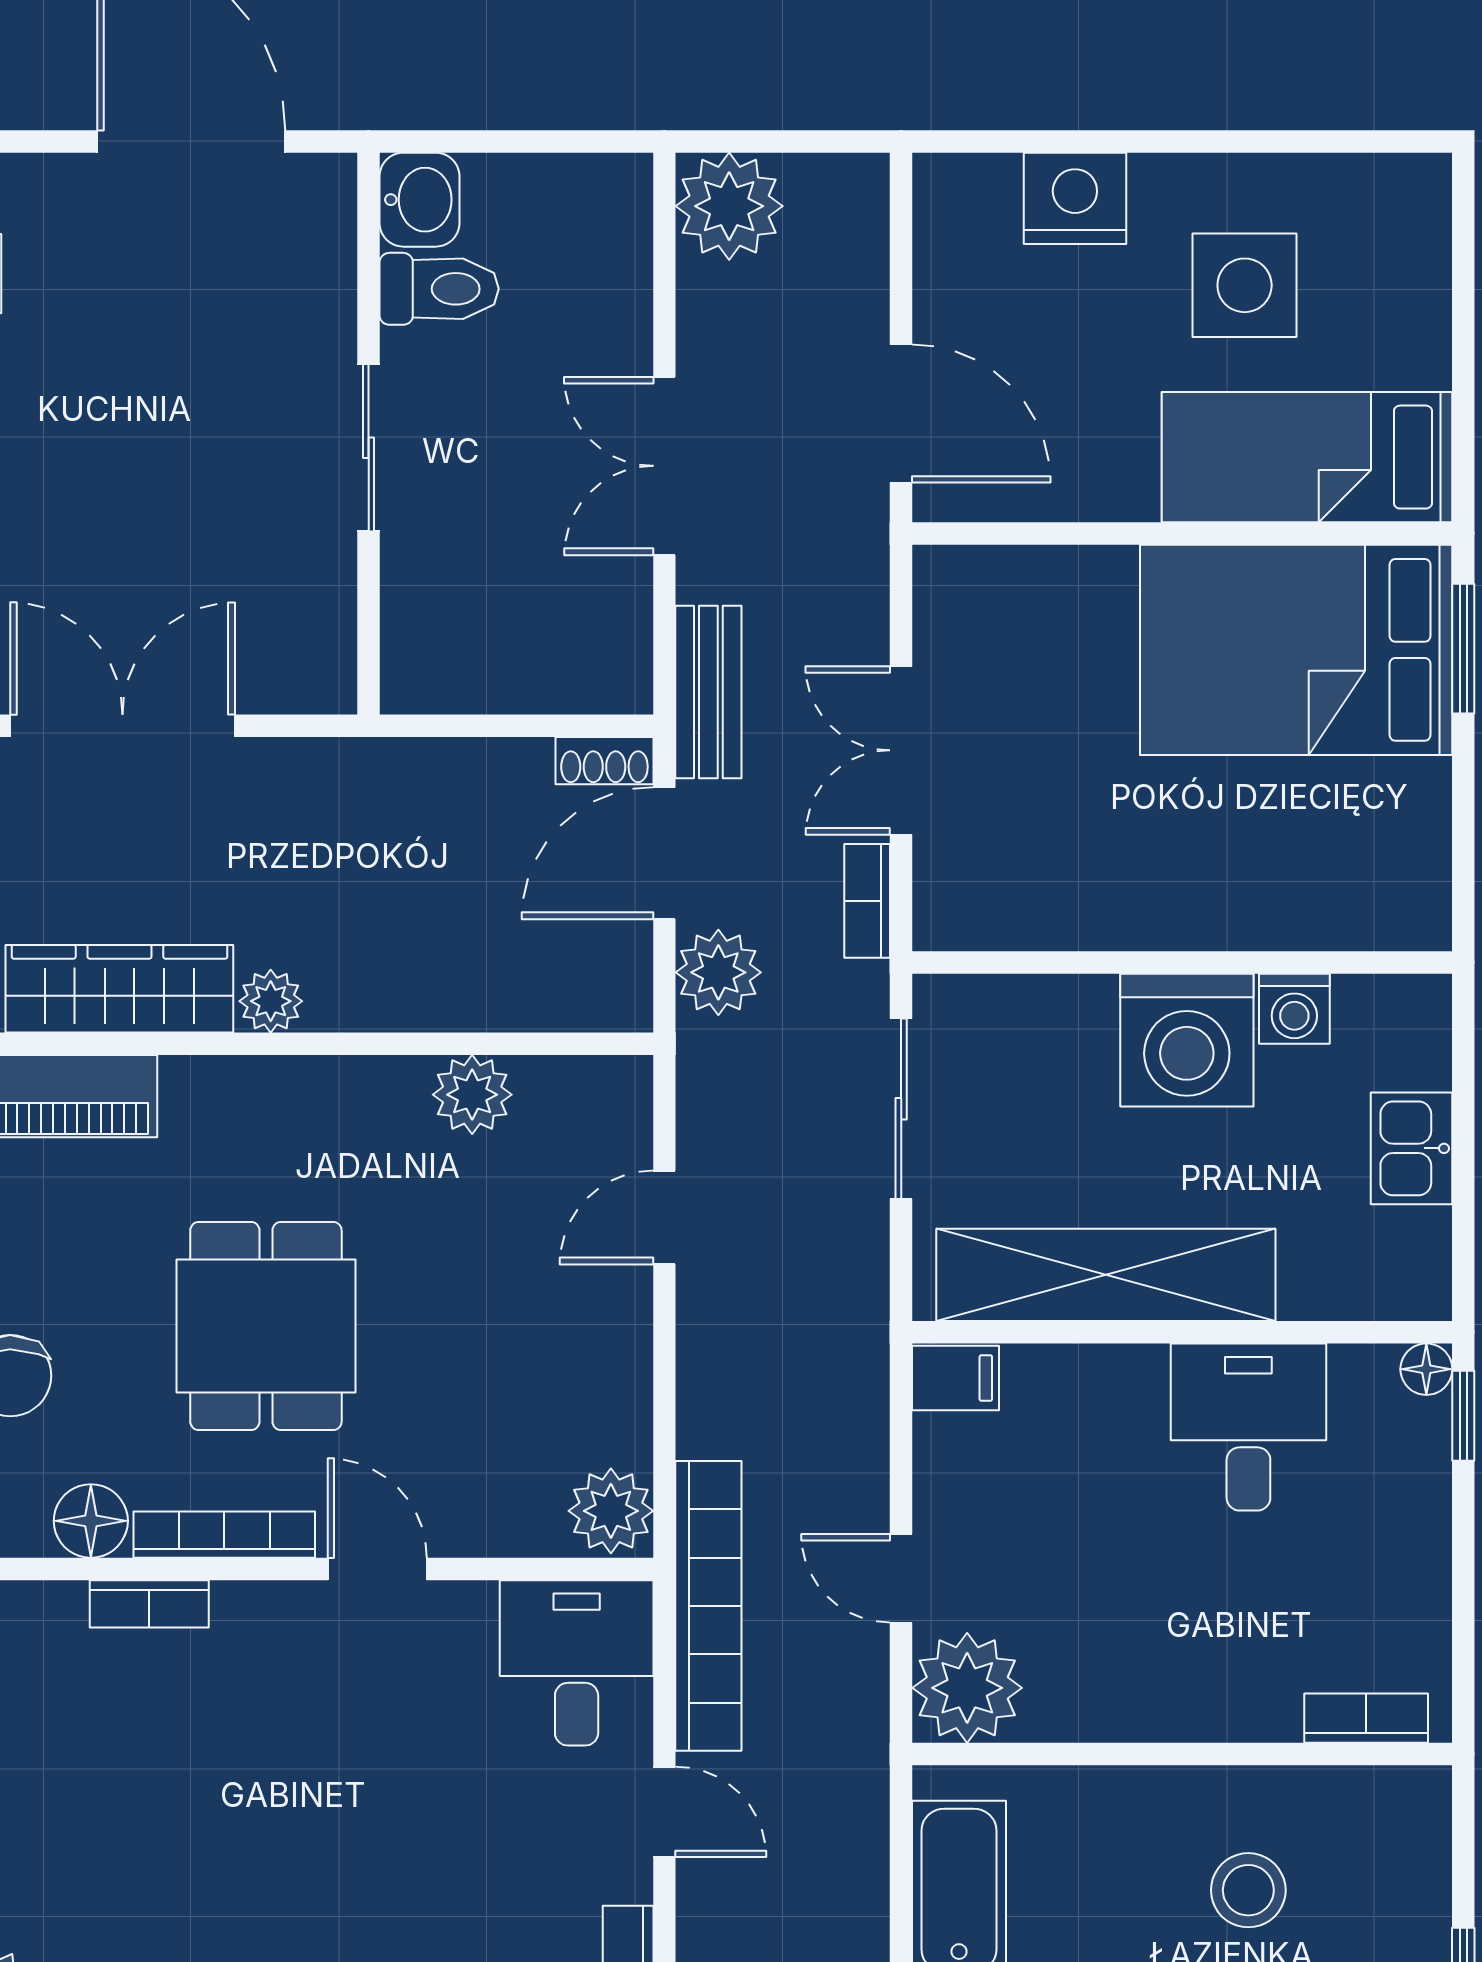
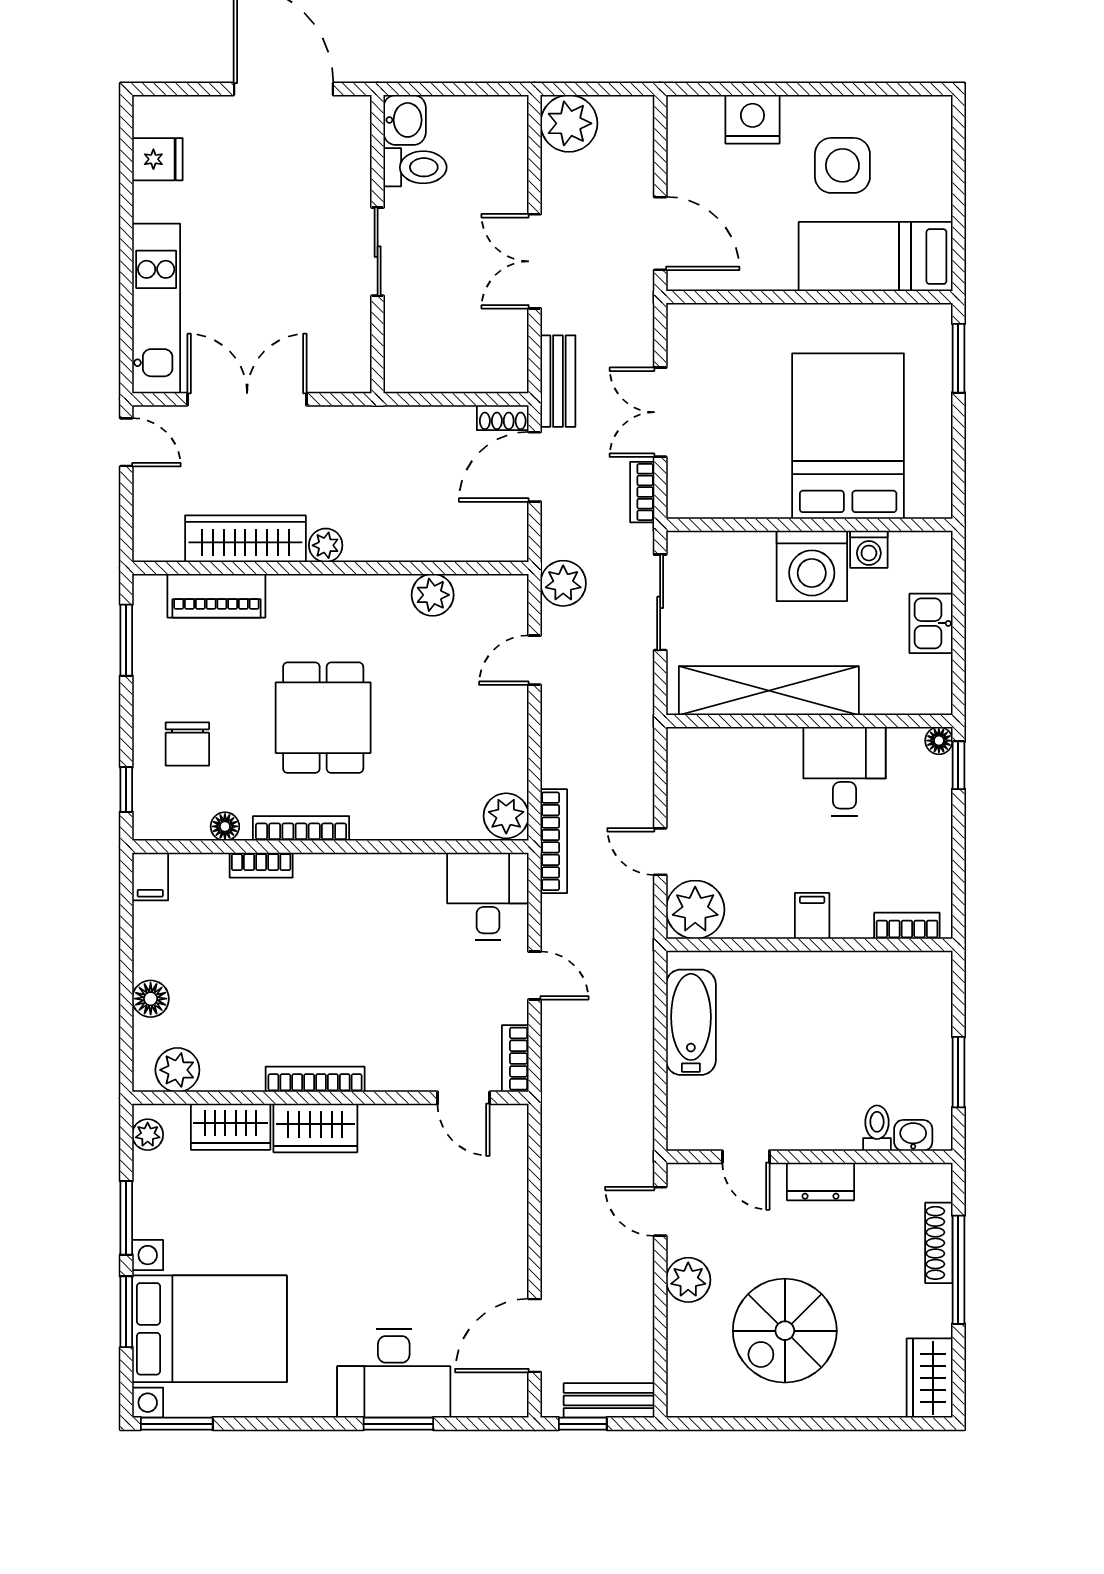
bed: (1296, 650) -> (848, 436), moved, turned 90
plant: (718, 972) -> (563, 583), moved
filing cabinet: (955, 1378) -> (812, 916), moved, turned -90
floor lamp: (91, 1521) -> (225, 826), width x0.73, depth x0.73
door: (377, 1569) -> (382, 847), removed
bookcase: (708, 1606) -> (554, 841), width x0.68, depth x0.76
stool: (1248, 1890) -> (844, 1017), removed

